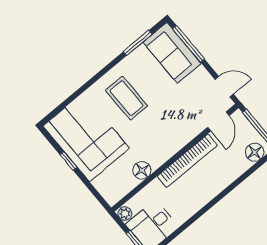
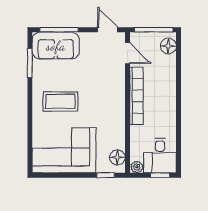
door: (224, 87) -> (108, 30), hinge flipped
window: (68, 161) -> (106, 175), moved
floor lamp: (142, 170) -> (117, 157), moved

